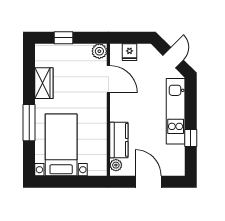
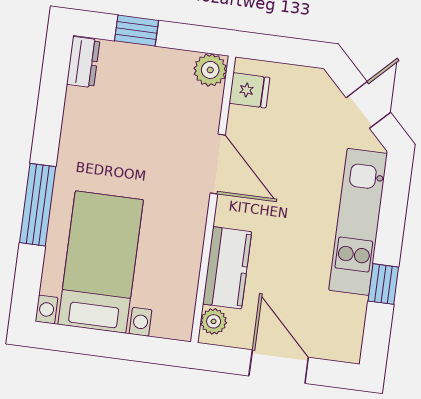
fridge: (130, 52) -> (249, 90), moved, turned -90
dresser: (41, 55) -> (83, 62), added
door: (108, 79) -> (218, 164), moved
wardrobe: (44, 83) -> (81, 123), removed

